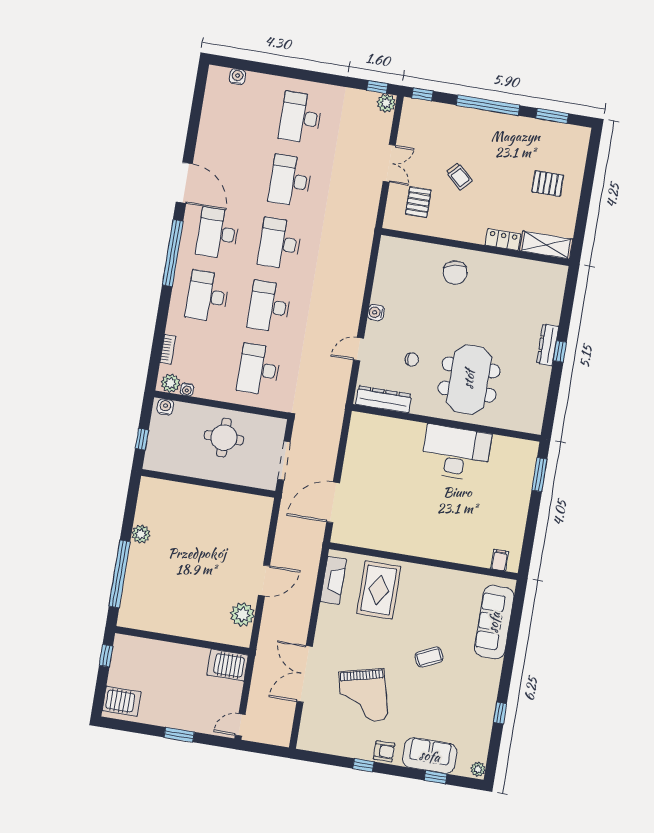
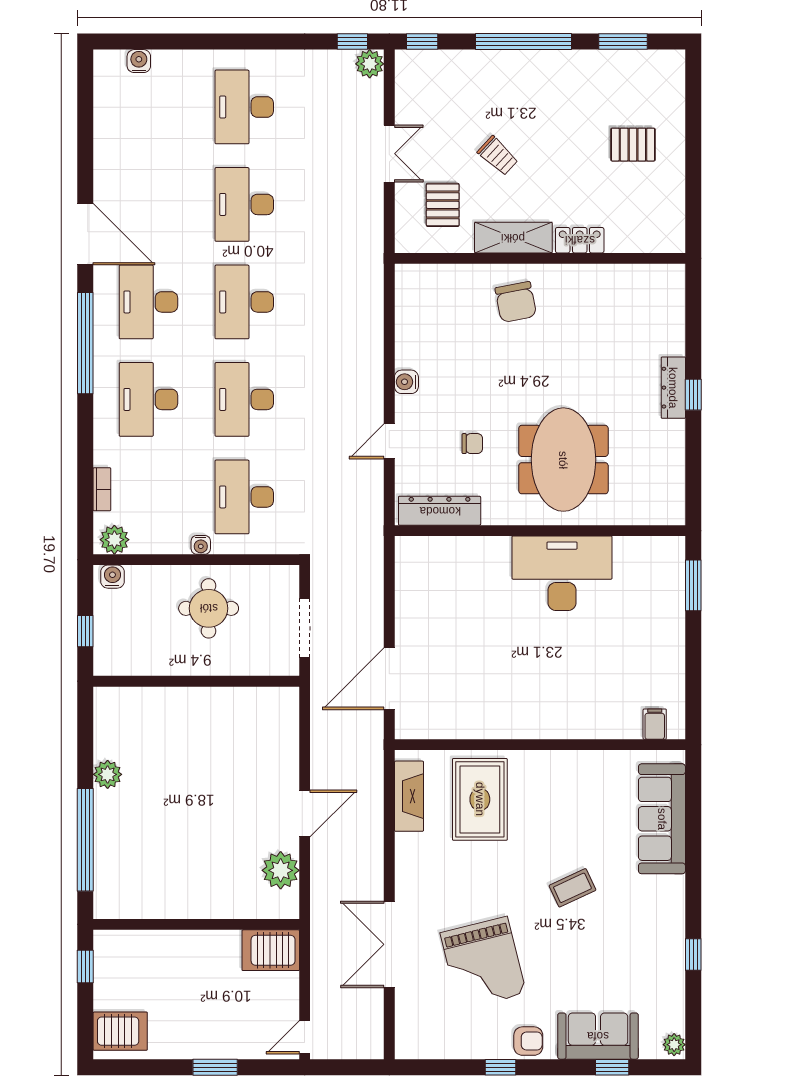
shelving: (546, 245) -> (513, 238), moved
water cooler: (187, 389) -> (201, 545), moved

